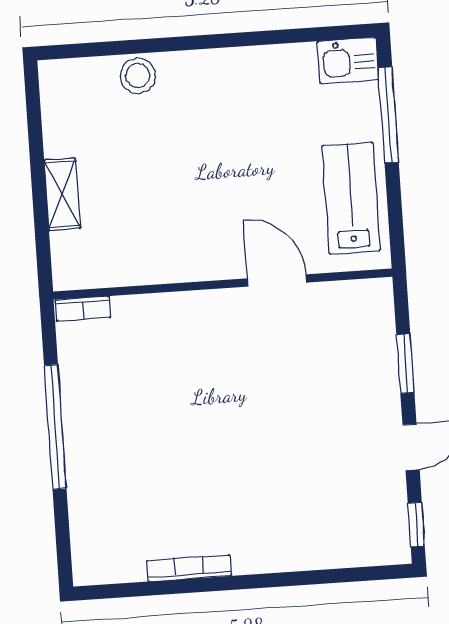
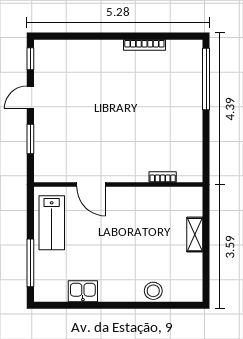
kitchen sink: (348, 60) -> (83, 291), moved
bookcase: (83, 309) -> (163, 177), moved
window: (55, 427) -> (206, 79), moved

